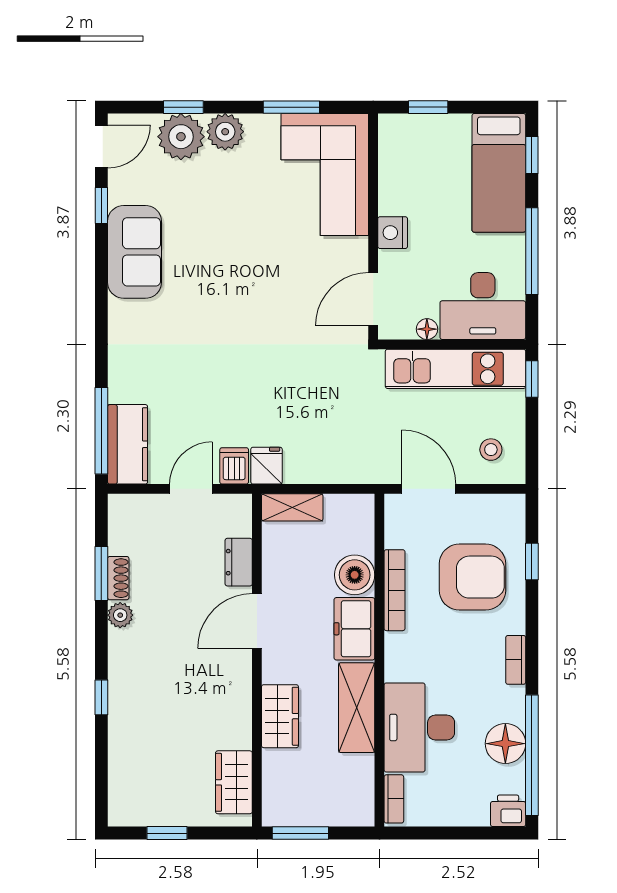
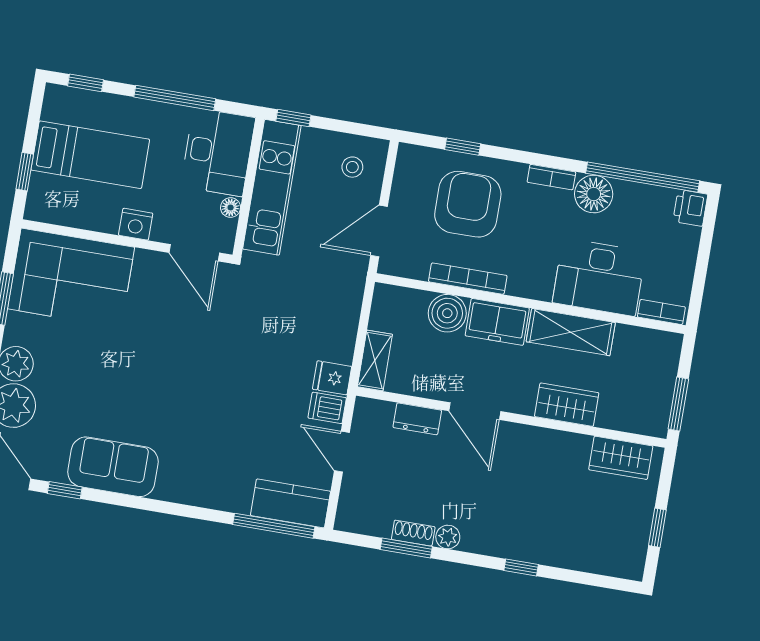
bed: (499, 173) -> (90, 155), moved
floor lamp: (505, 744) -> (594, 194), moved

